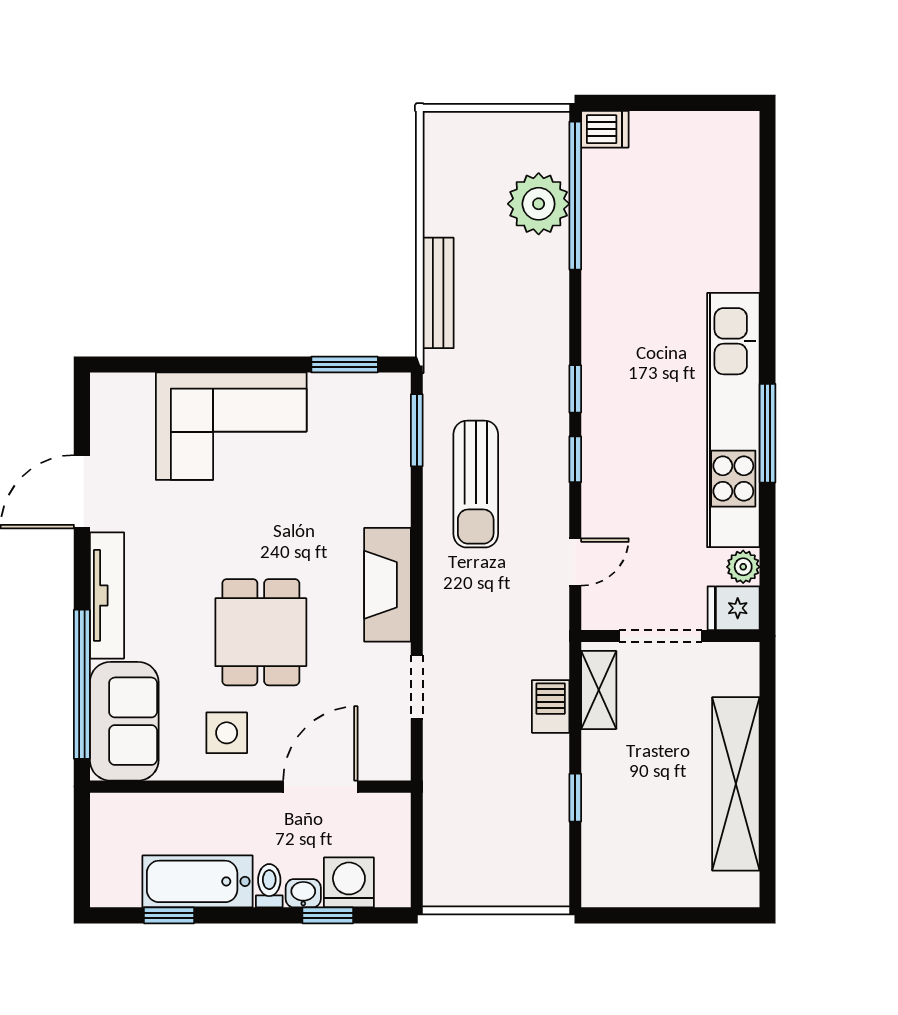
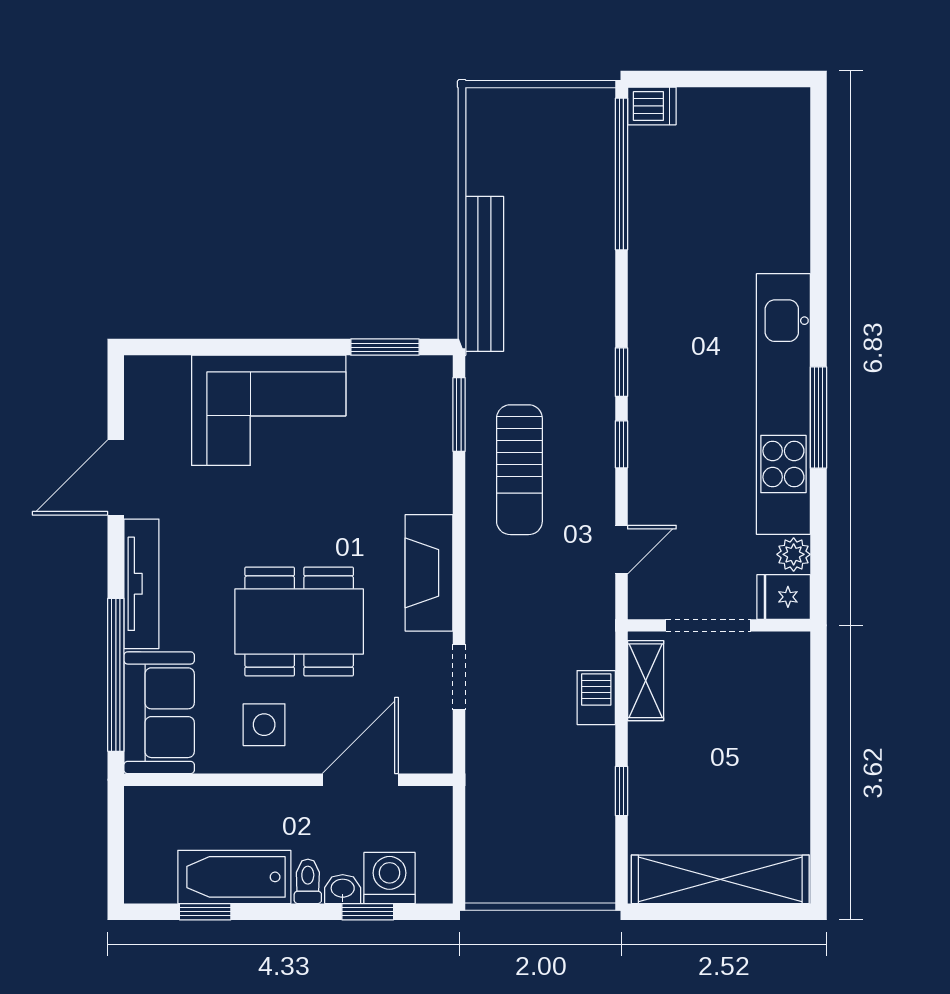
plant: (539, 204) -> (584, 182), removed
bench: (438, 293) -> (484, 274), width x1.37, depth x1.21
dining table: (261, 632) -> (299, 621), width x1.38
shelving: (736, 784) -> (720, 879), moved, turned 90

